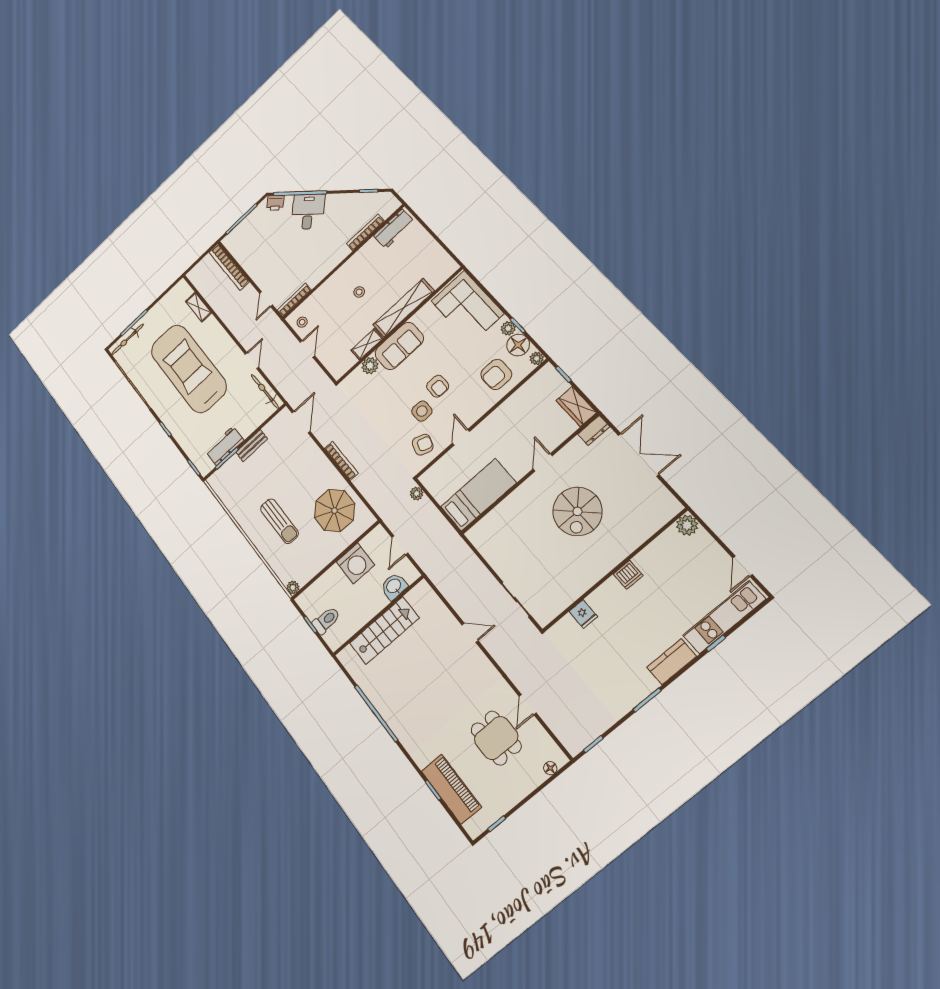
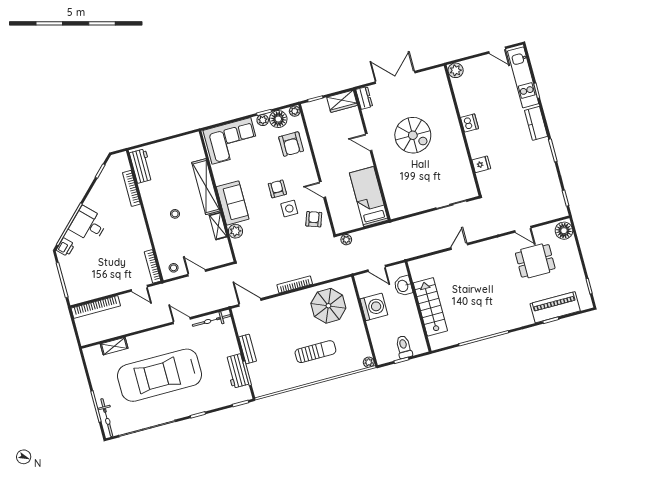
armchair: (438, 386) -> (277, 189), turned -90
floor lamp: (550, 768) -> (564, 231), width x1.89, depth x1.89

